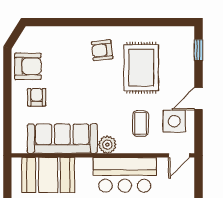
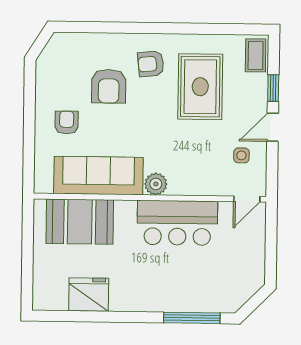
window: (199, 50) -> (273, 88), moved
armchair: (28, 66) -> (109, 86), moved, turned 90
side table: (174, 121) -> (241, 155), width x0.54, depth x0.54
coffee table: (141, 123) -> (256, 55), moved

